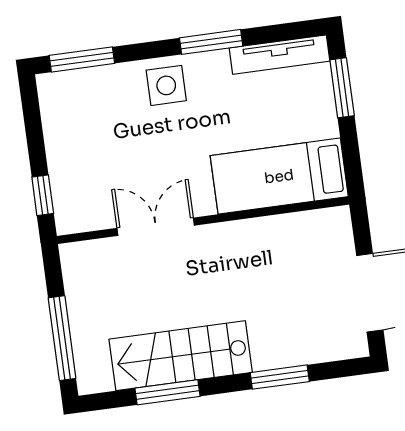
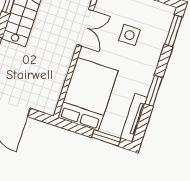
side table: (166, 85) -> (130, 35), moved
bed: (279, 176) -> (88, 94), width x1.50

